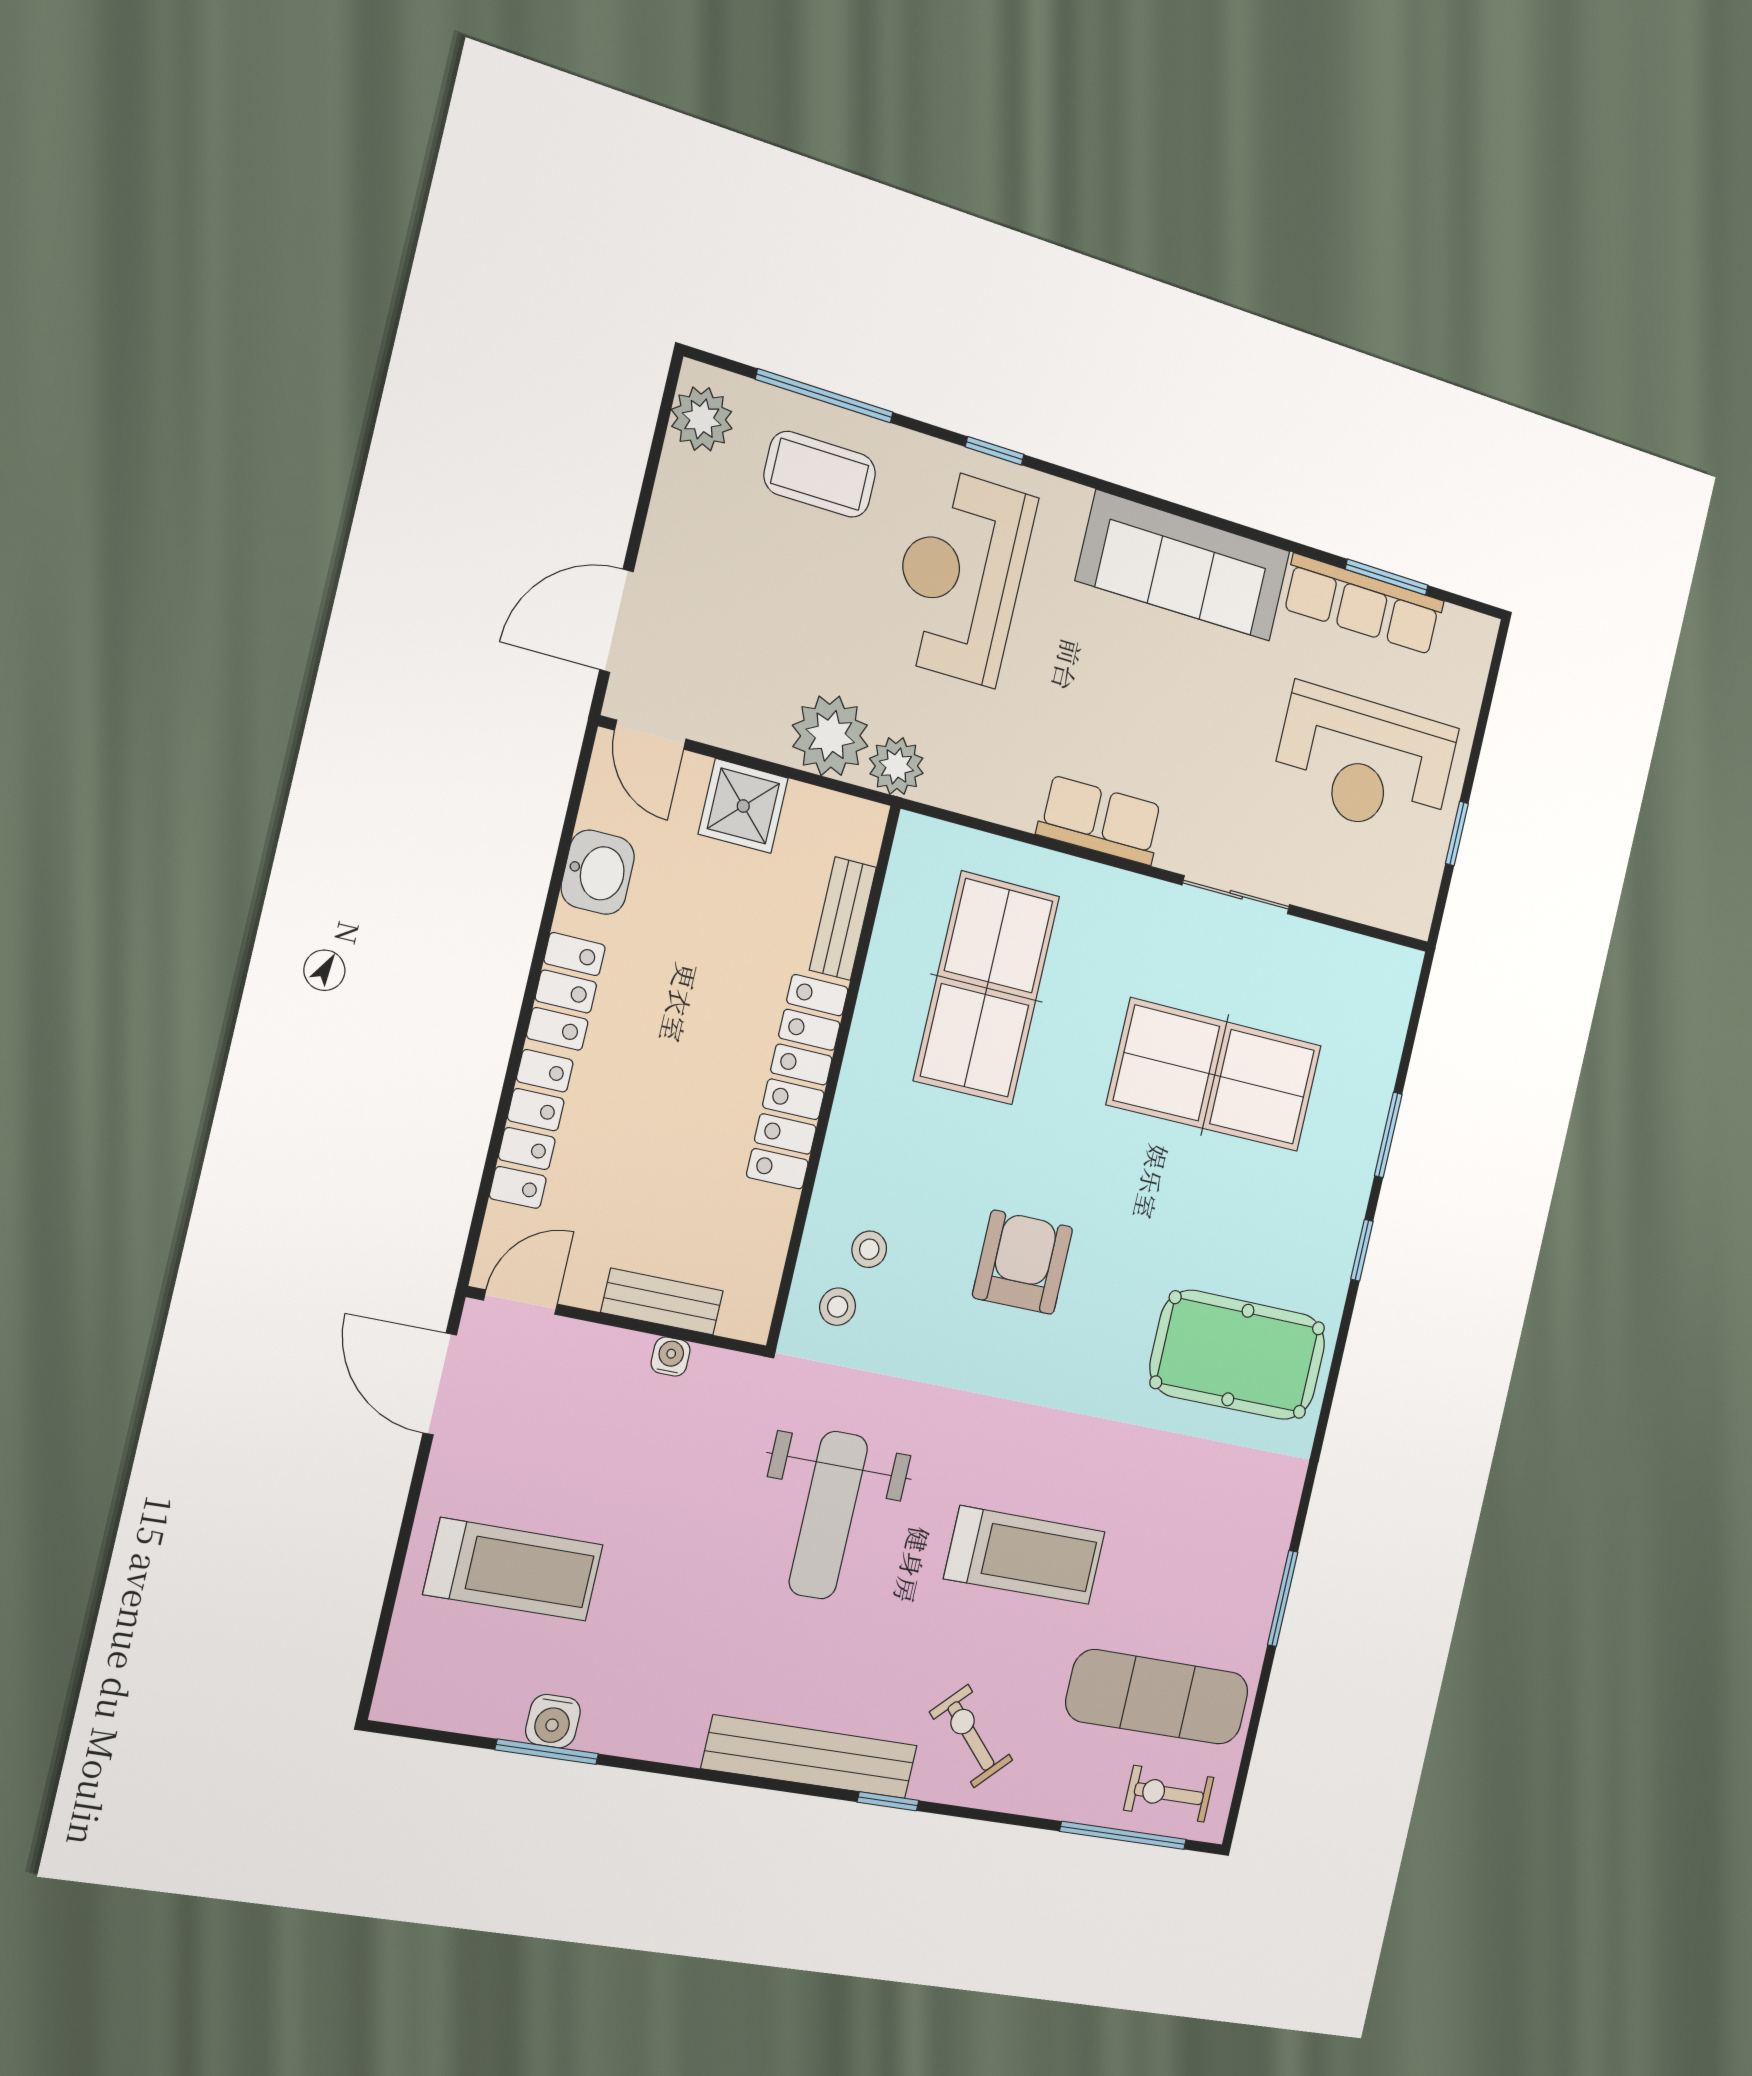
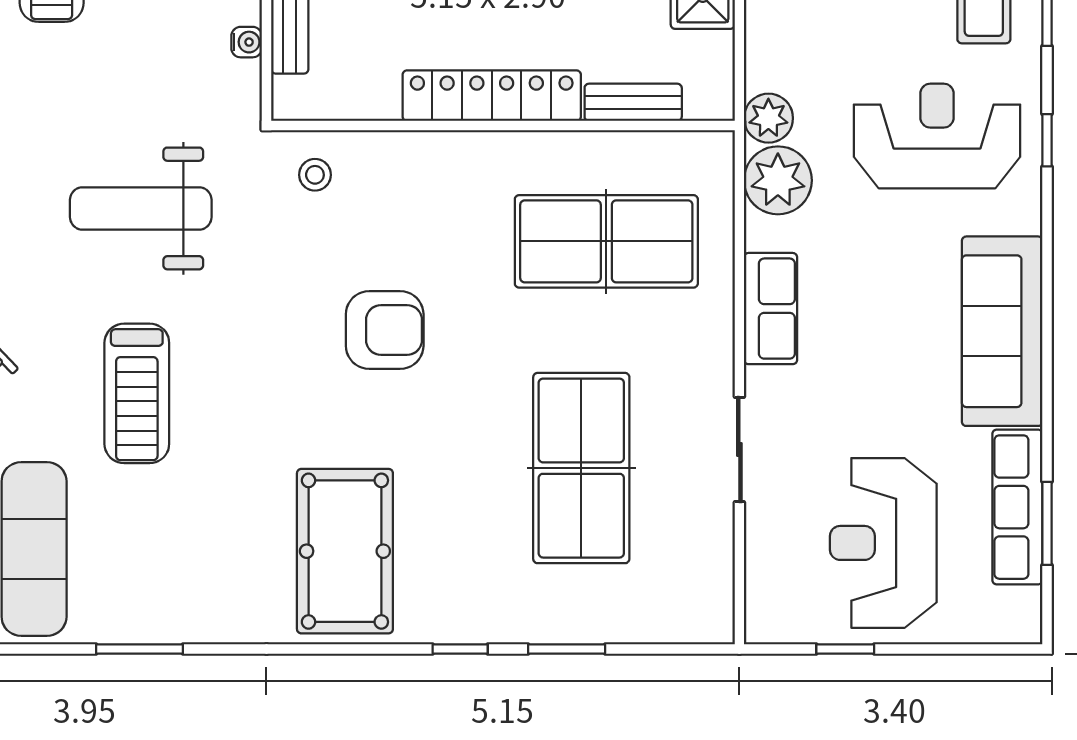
plant: (830, 736) -> (778, 180), moved
stool: (869, 1249) -> (368, 191), removed

